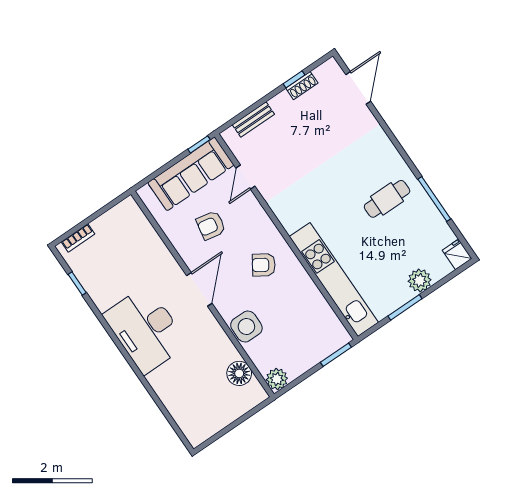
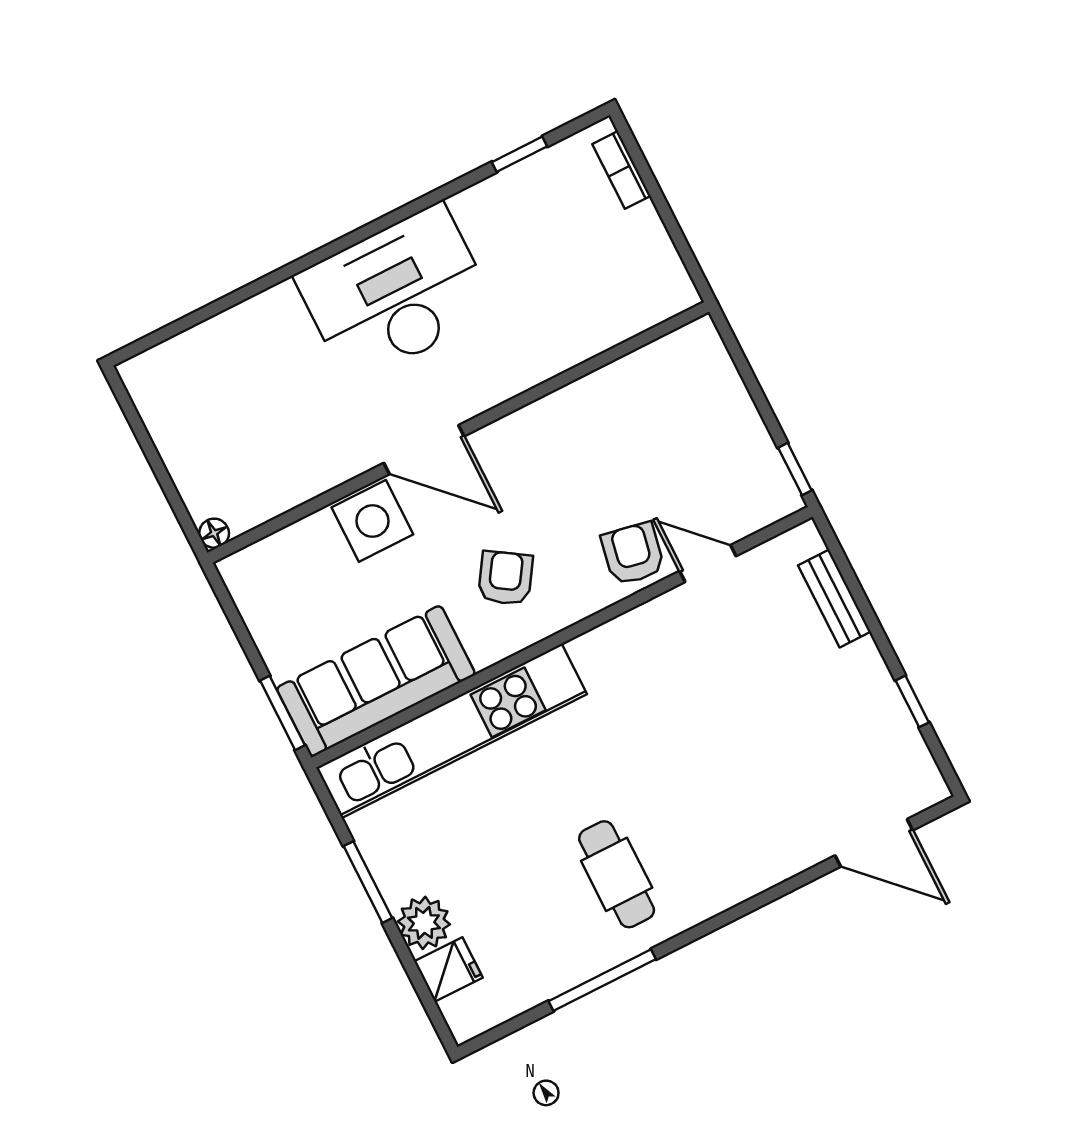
shoe rack: (302, 86) -> (896, 717), removed
sofa: (191, 174) -> (376, 681), moved, turned 90
armchair: (211, 225) -> (633, 554), moved
fridge: (457, 254) -> (448, 970), moved
door: (199, 289) -> (424, 450), moved
floor lamp: (239, 373) -> (214, 533), moved, width x0.53, depth x0.53
plant: (277, 379) -> (246, 573), removed

